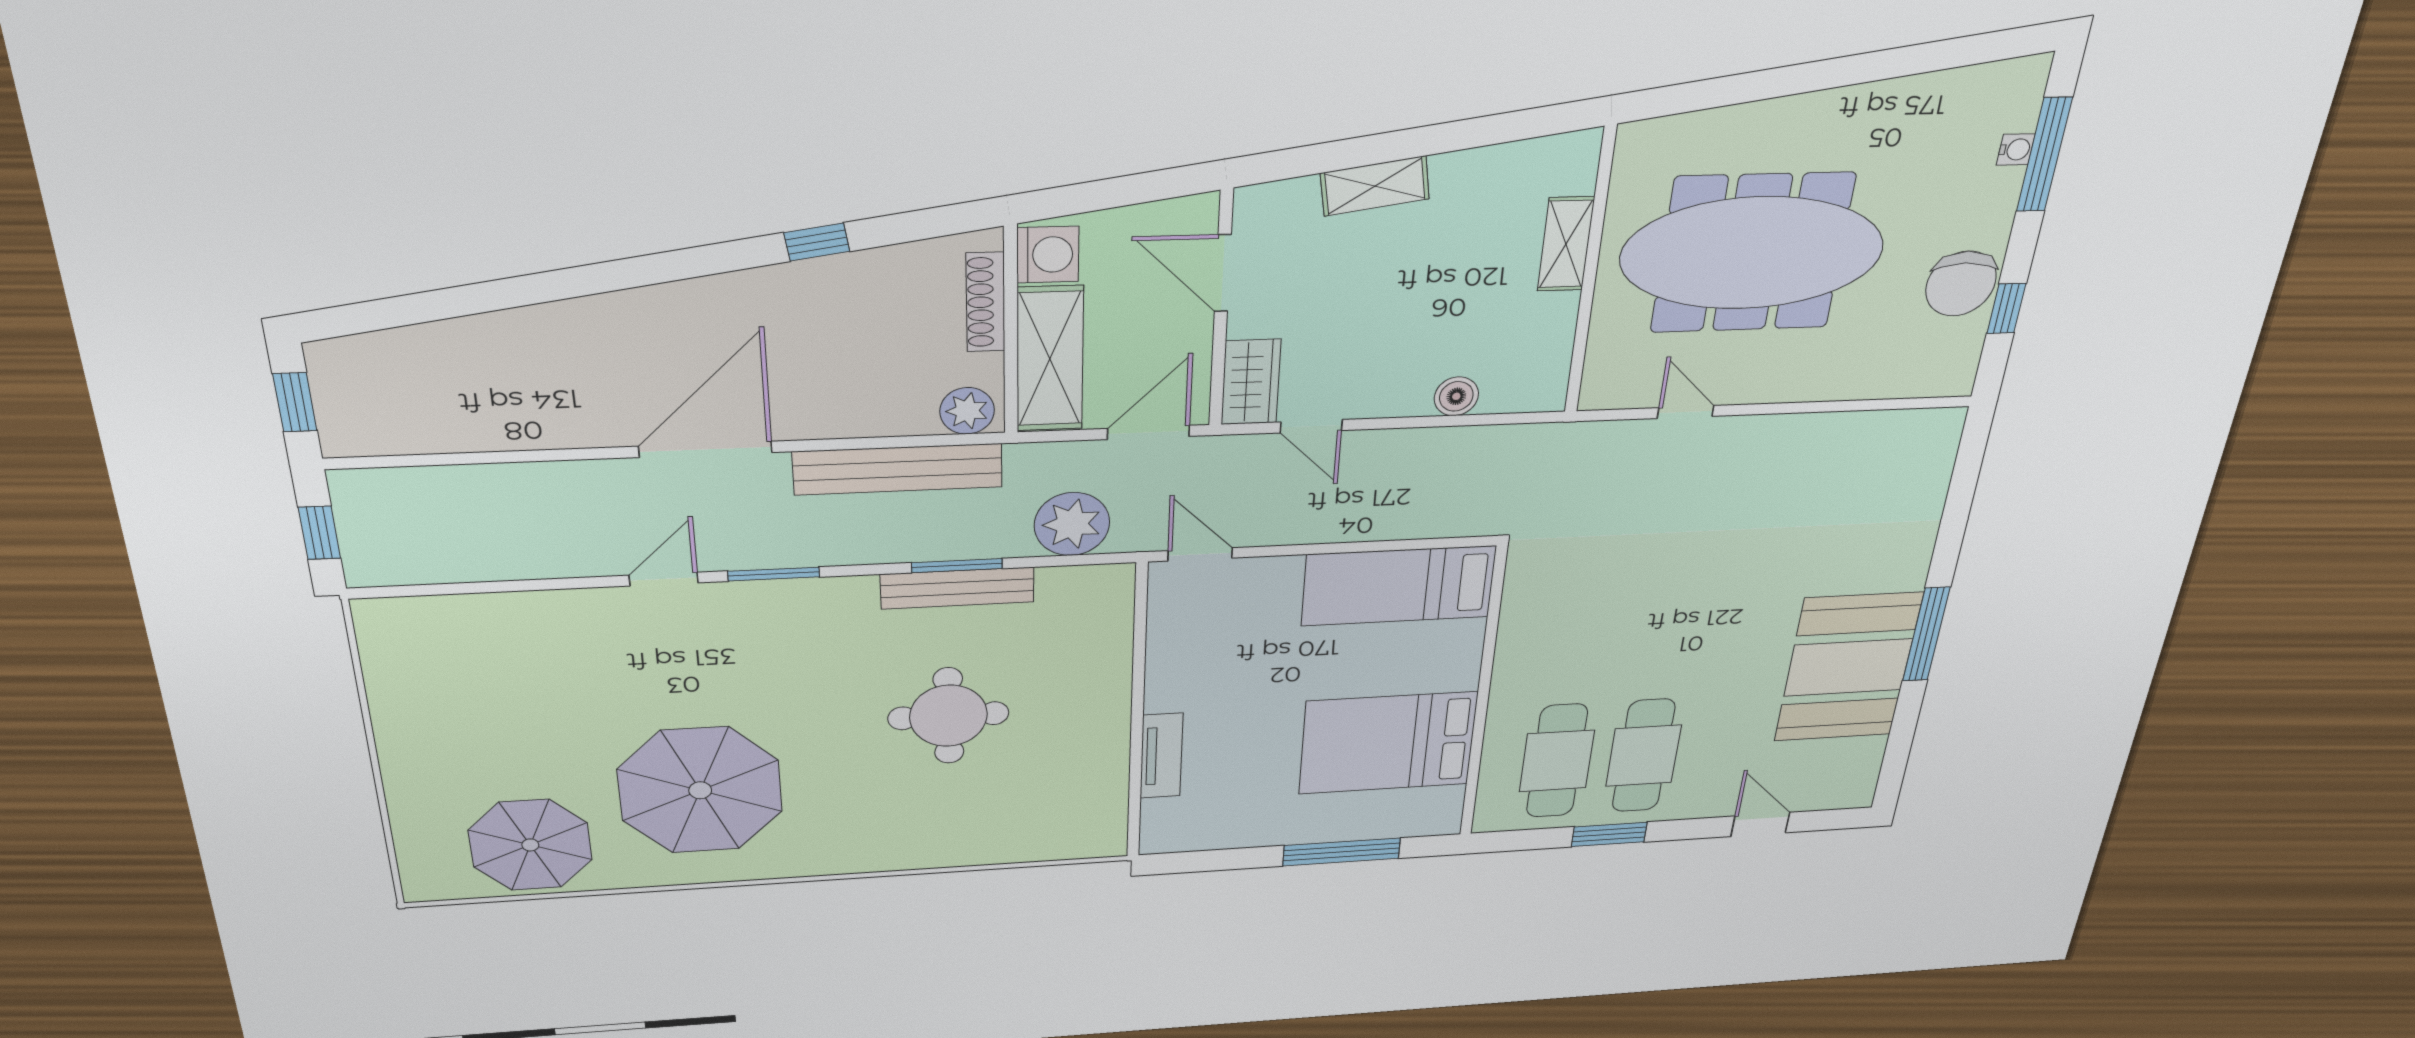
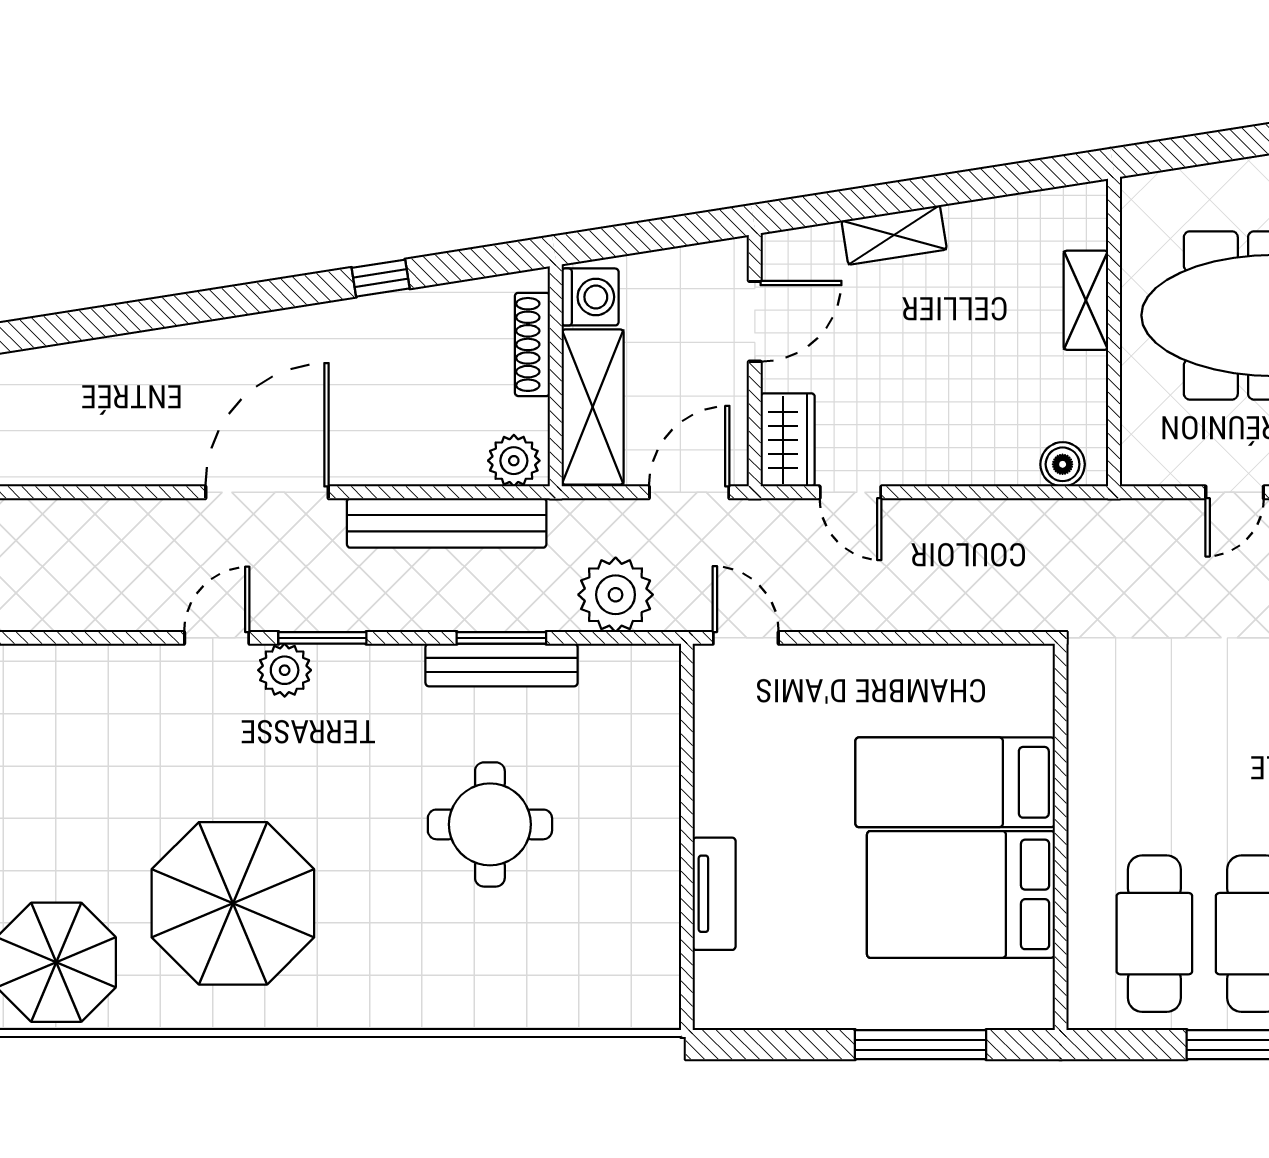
door: (1223, 273) -> (755, 321), swing flipped
boiler: (1456, 396) -> (1063, 464), moved
door: (1686, 412) -> (1235, 492), swing flipped
bed: (1399, 586) -> (955, 782), moved
plant: (737, 603) -> (285, 670), added

